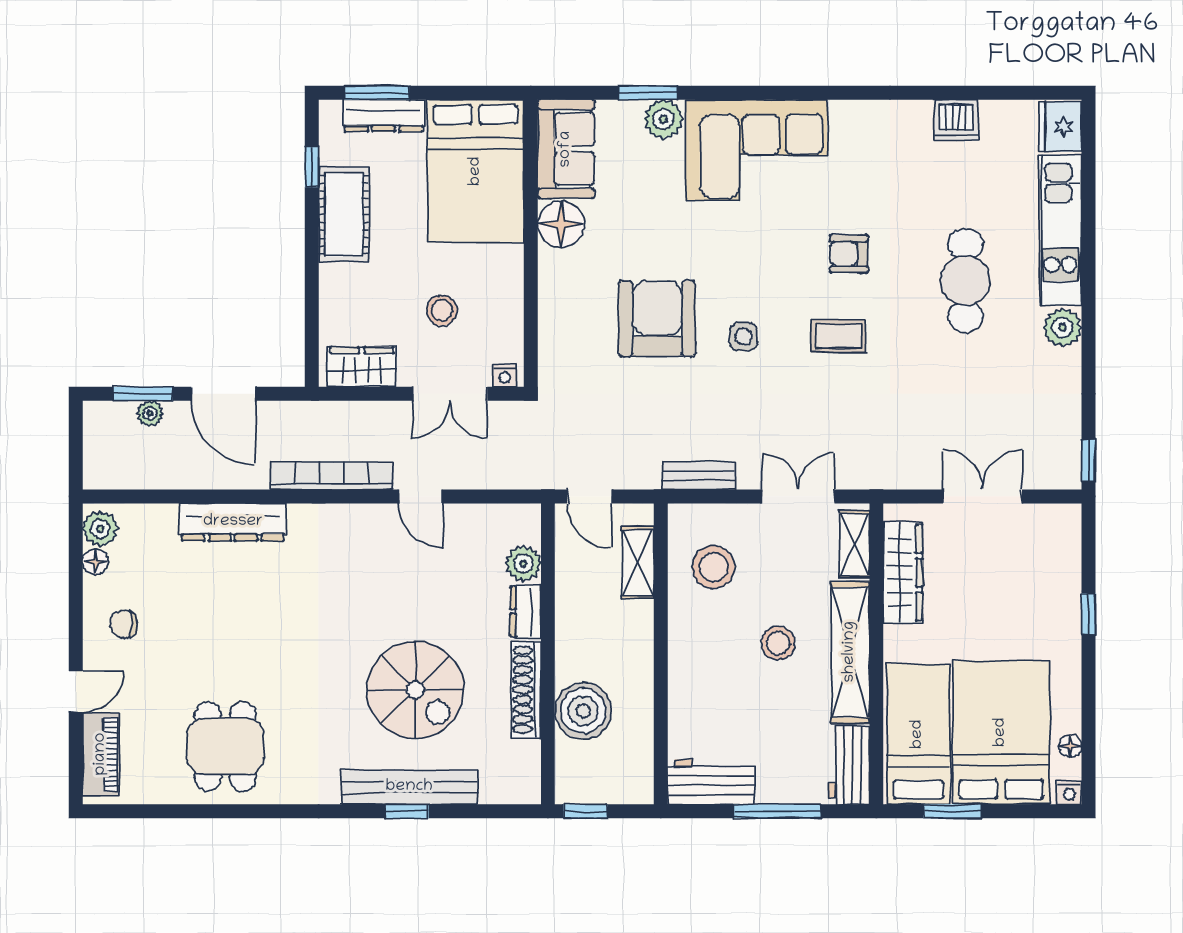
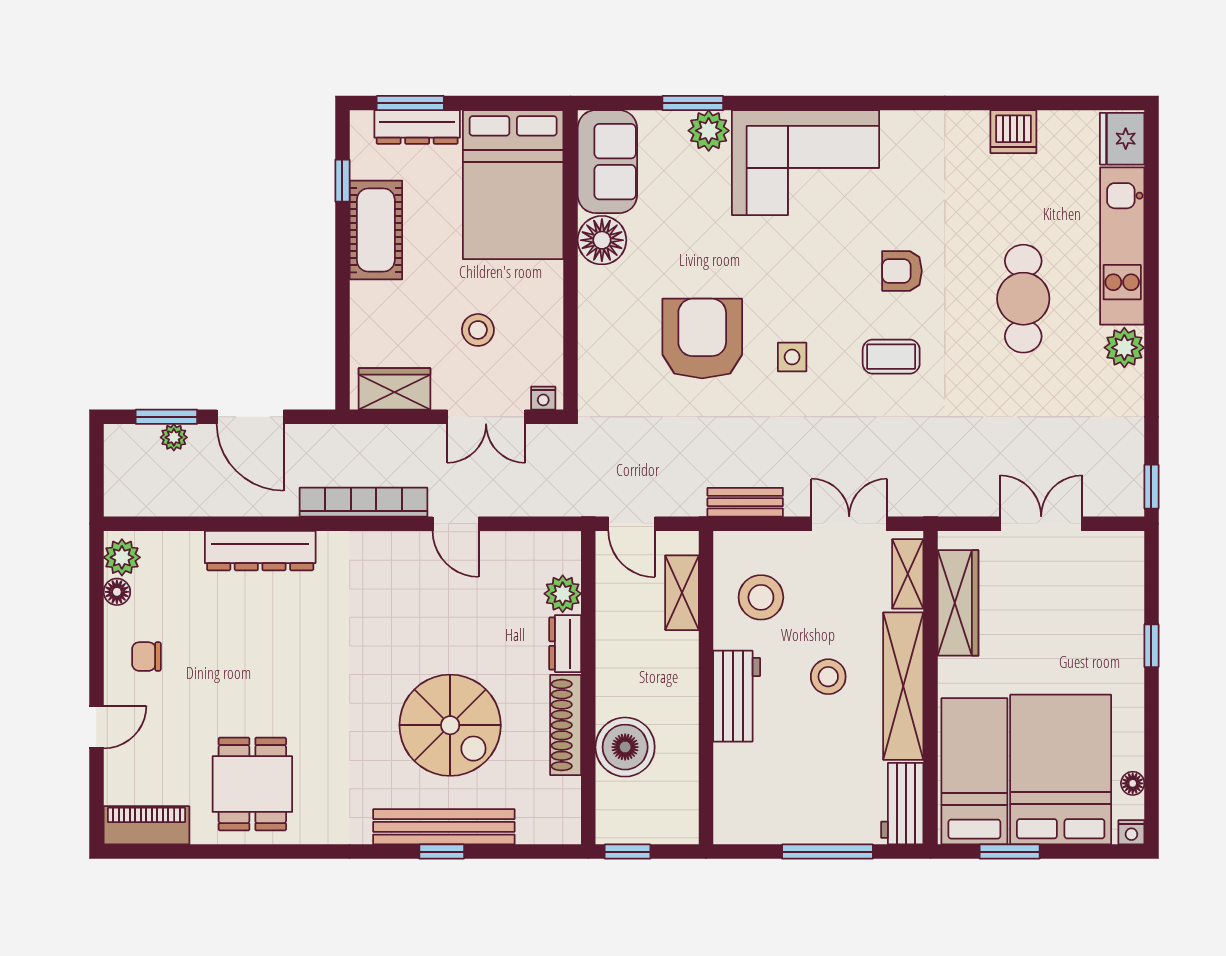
piano: (101, 754) -> (146, 825), moved, turned -90
workbench: (711, 782) -> (737, 696), moved, turned 90

